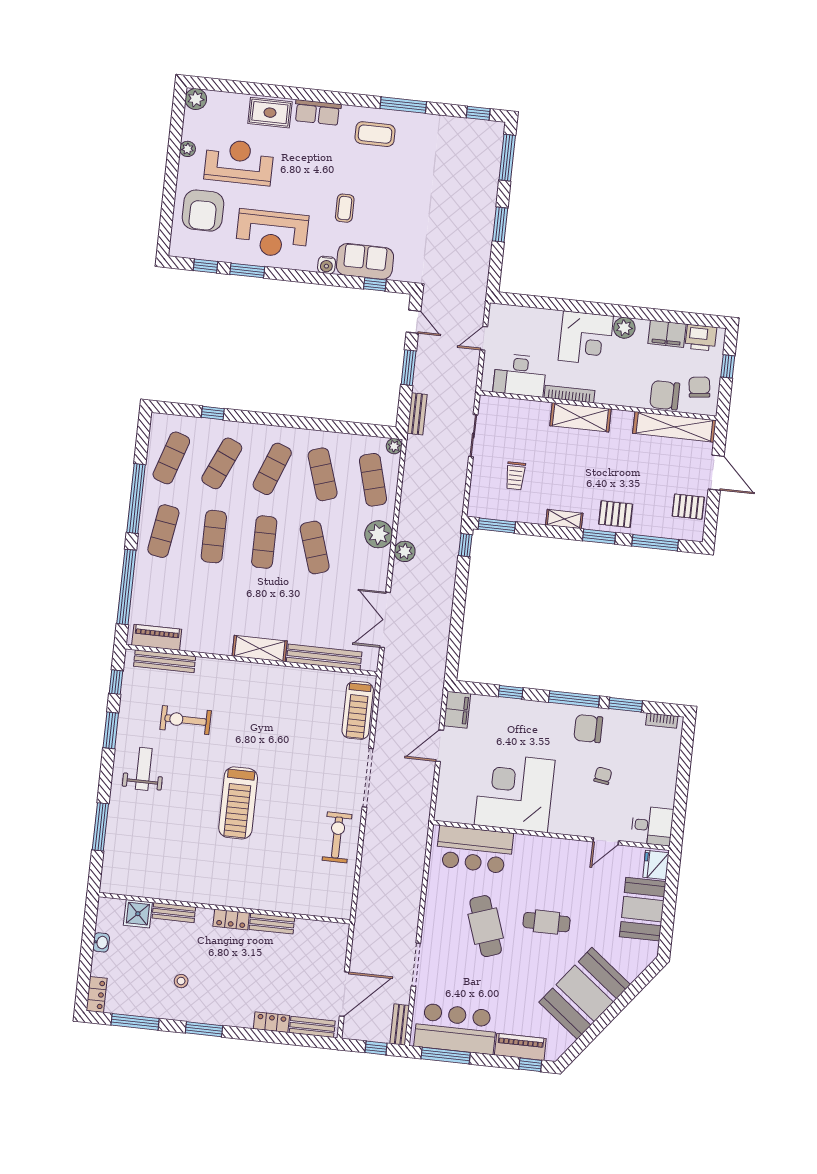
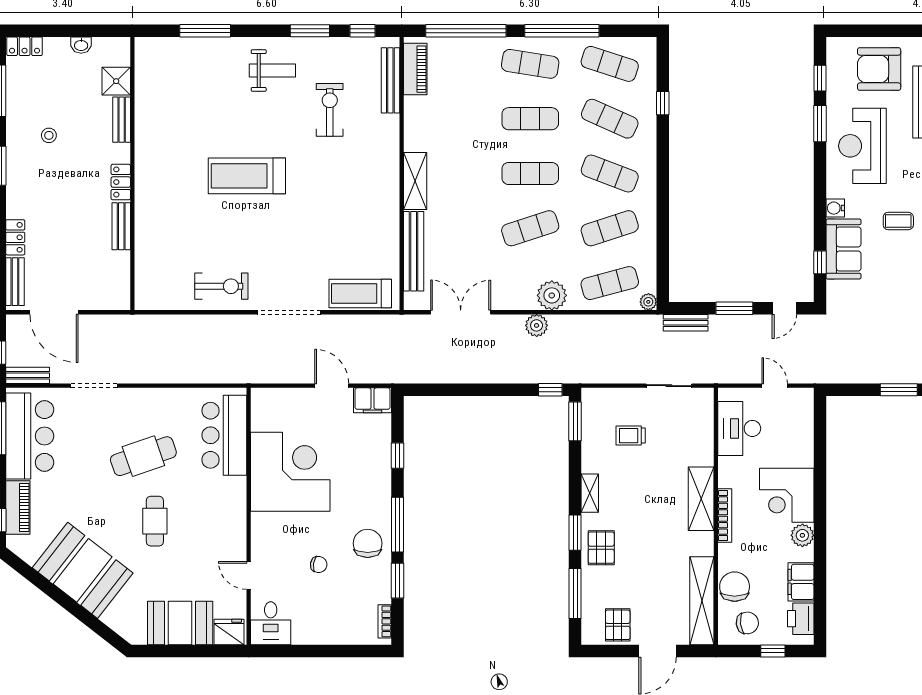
bookcase: (569, 394) -> (725, 516), moved

